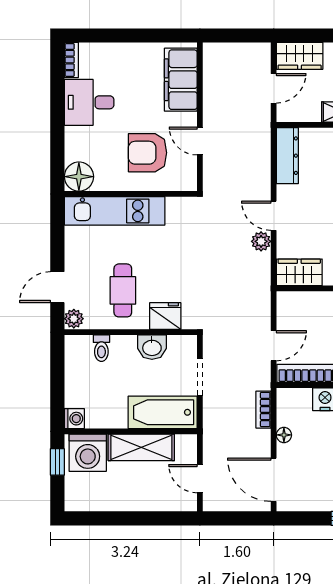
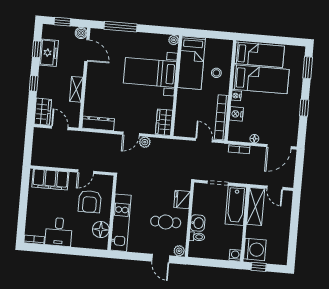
floor lamp: (79, 177) -> (101, 230), moved
washbasin: (152, 347) -> (198, 223), moved
shelving: (141, 447) -> (256, 206), moved
door: (200, 479) -> (275, 188), hinge flipped

